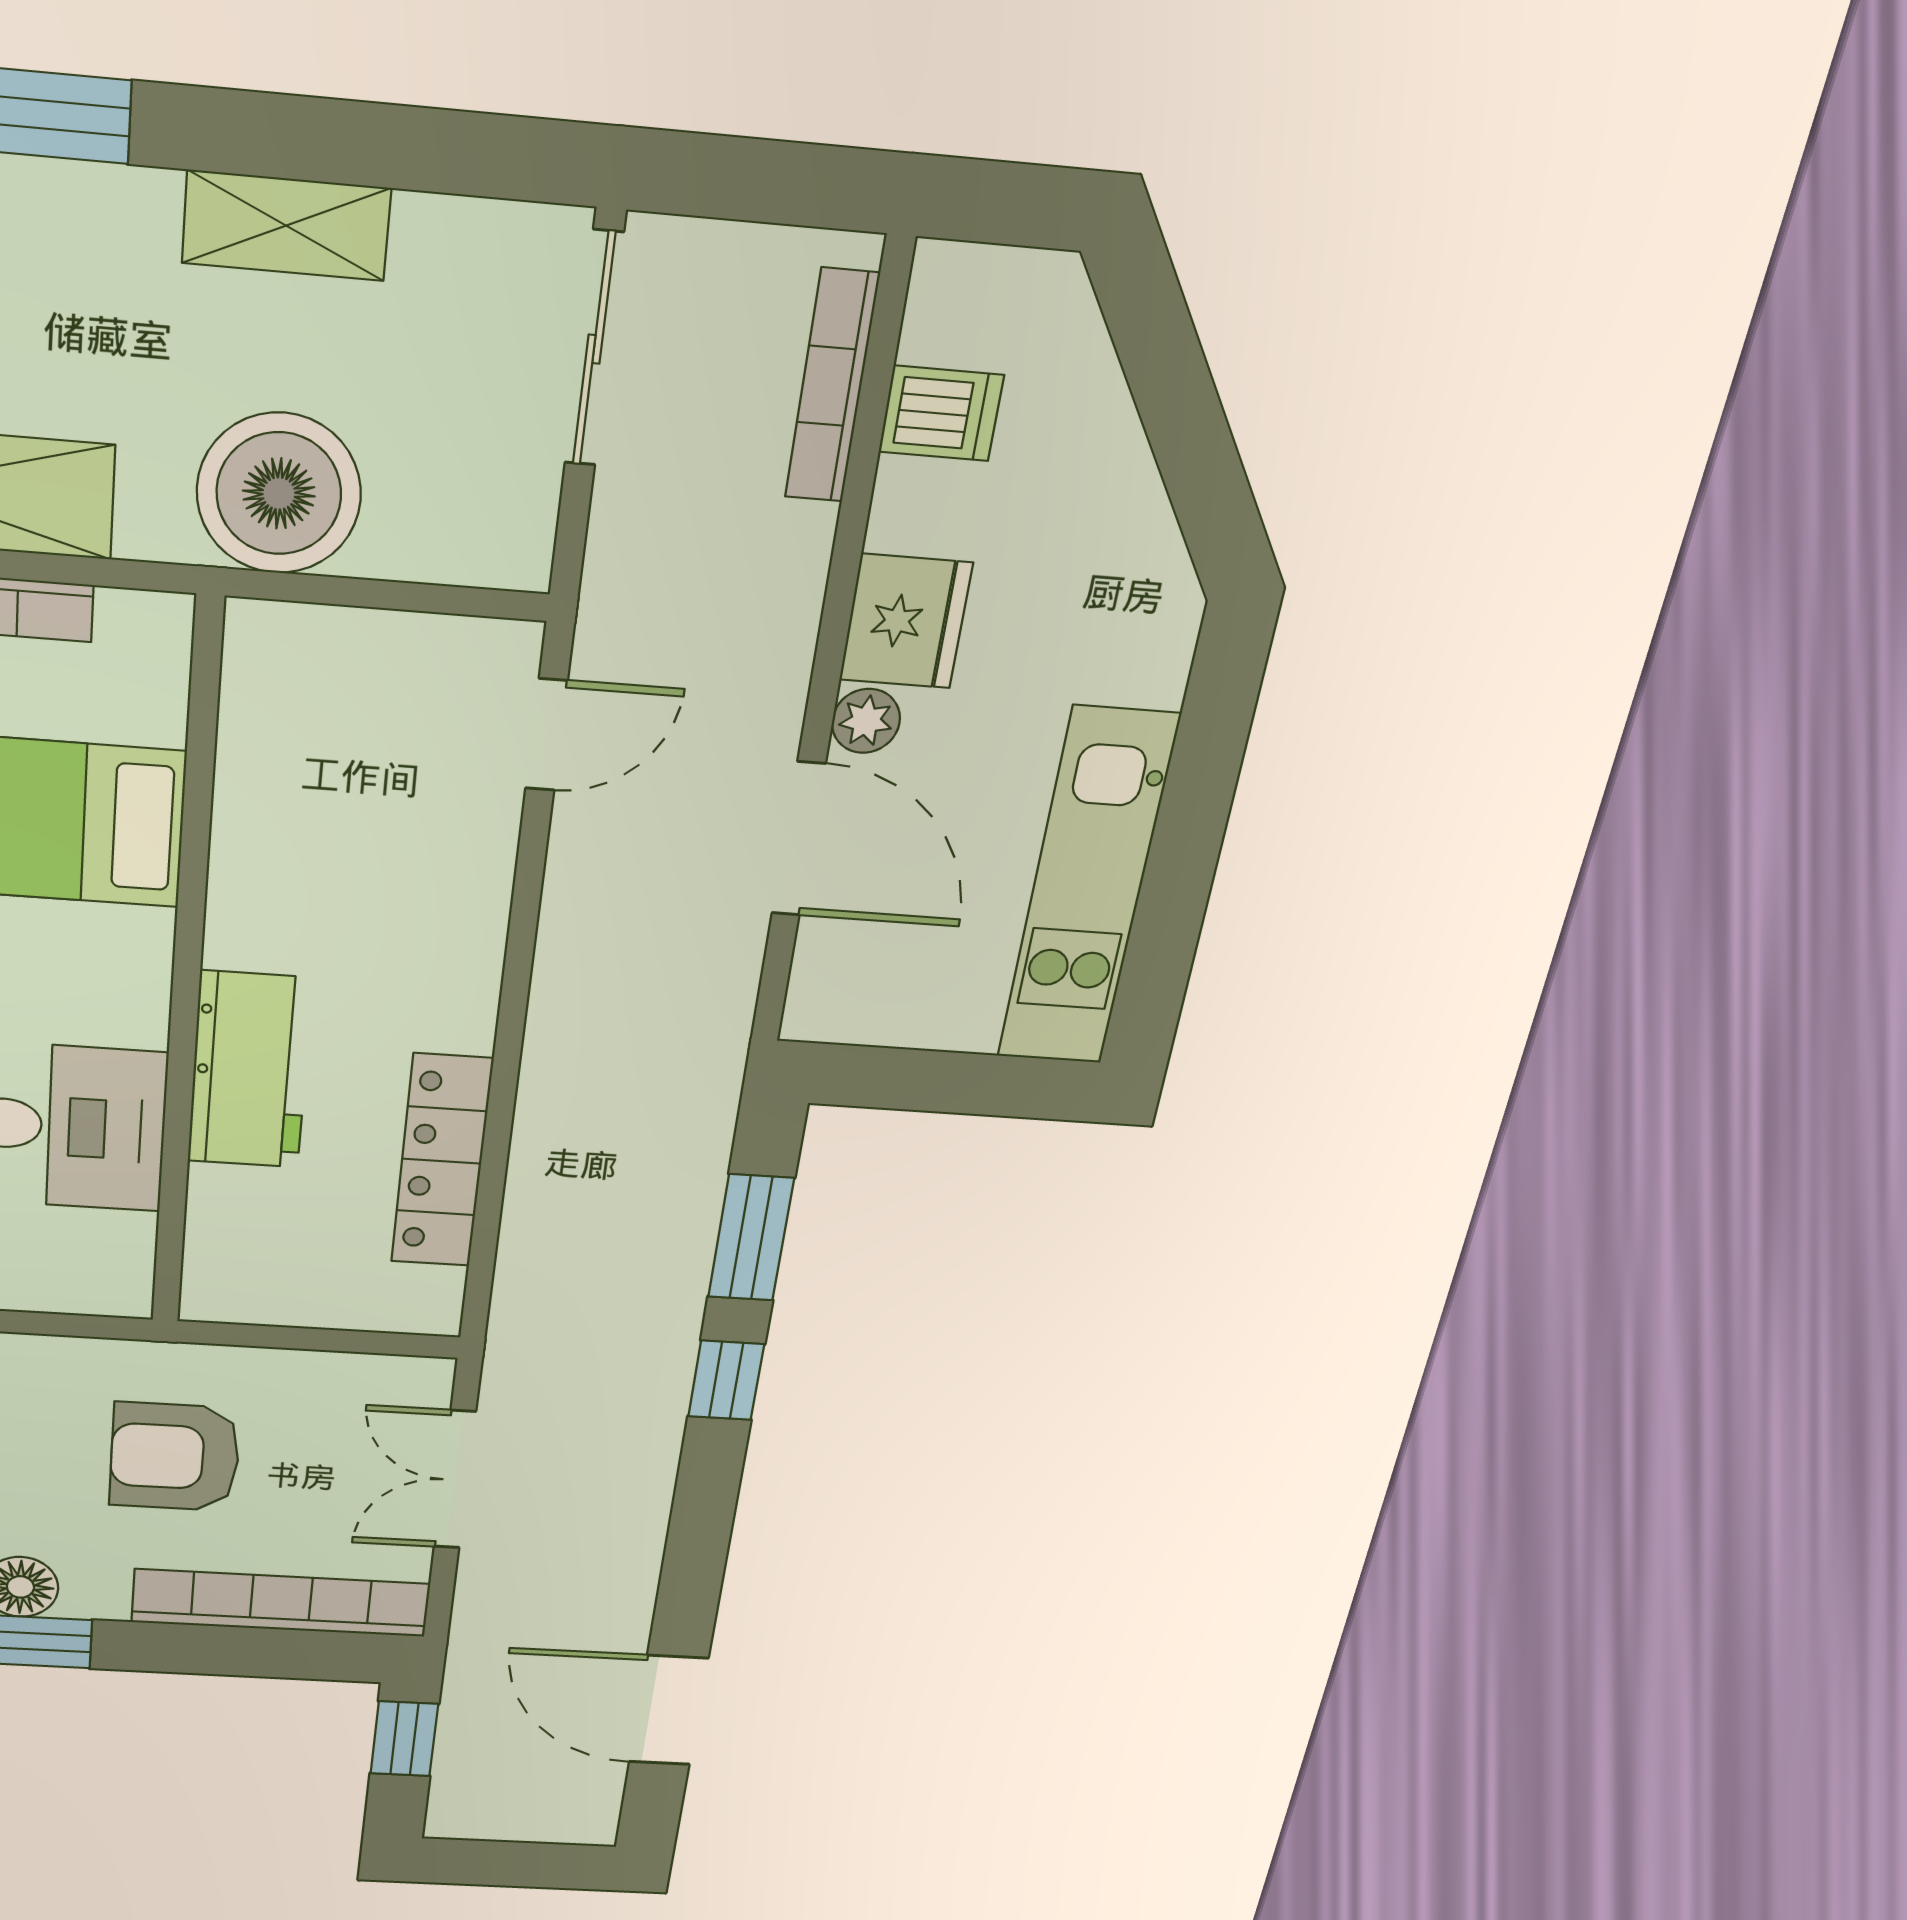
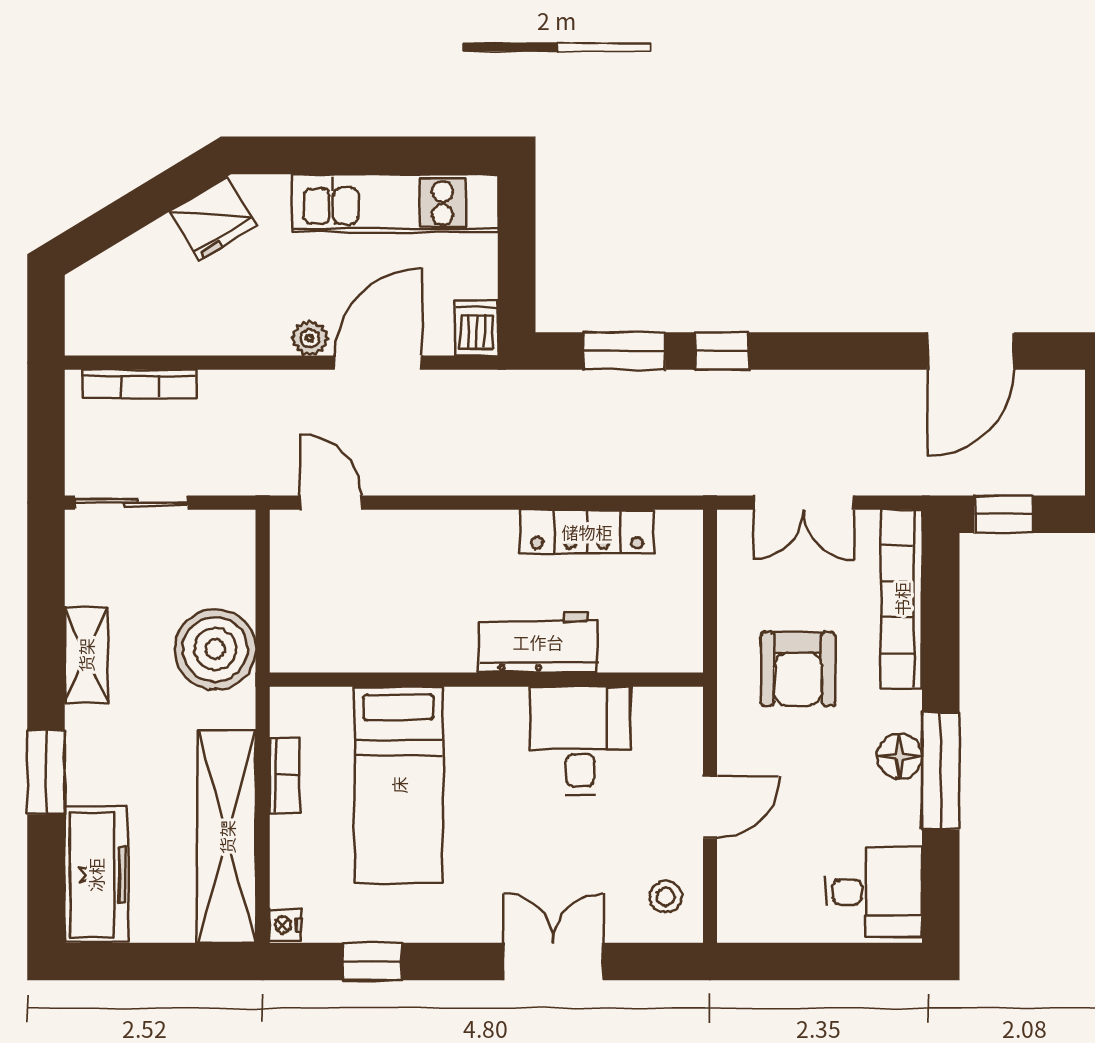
dishwasher: (941, 414) -> (477, 328), moved
fridge: (906, 621) -> (213, 219), moved, turned 149

